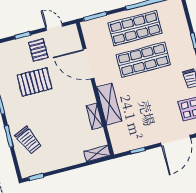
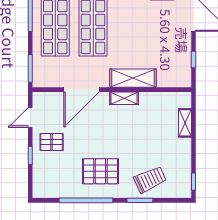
pallet: (34, 82) -> (100, 171), moved, turned 90
shelving: (94, 116) -> (124, 98), moved
shelving: (97, 153) -> (185, 123), moved

